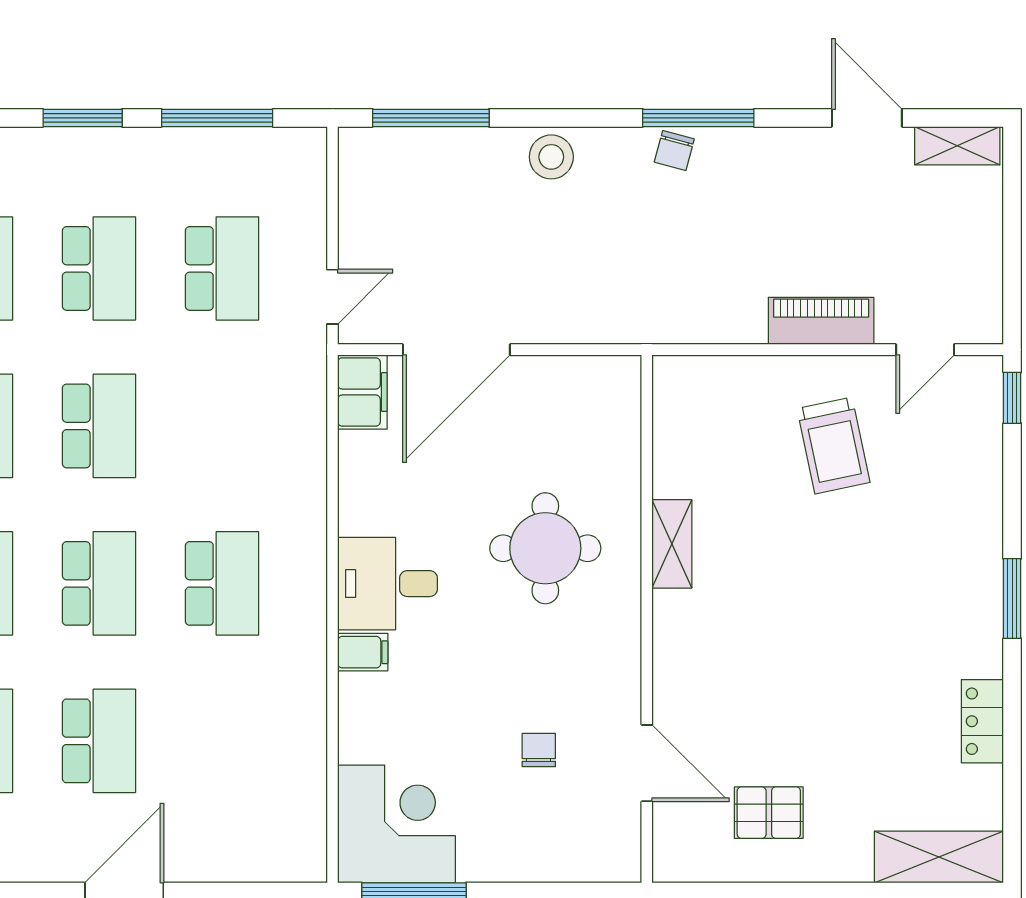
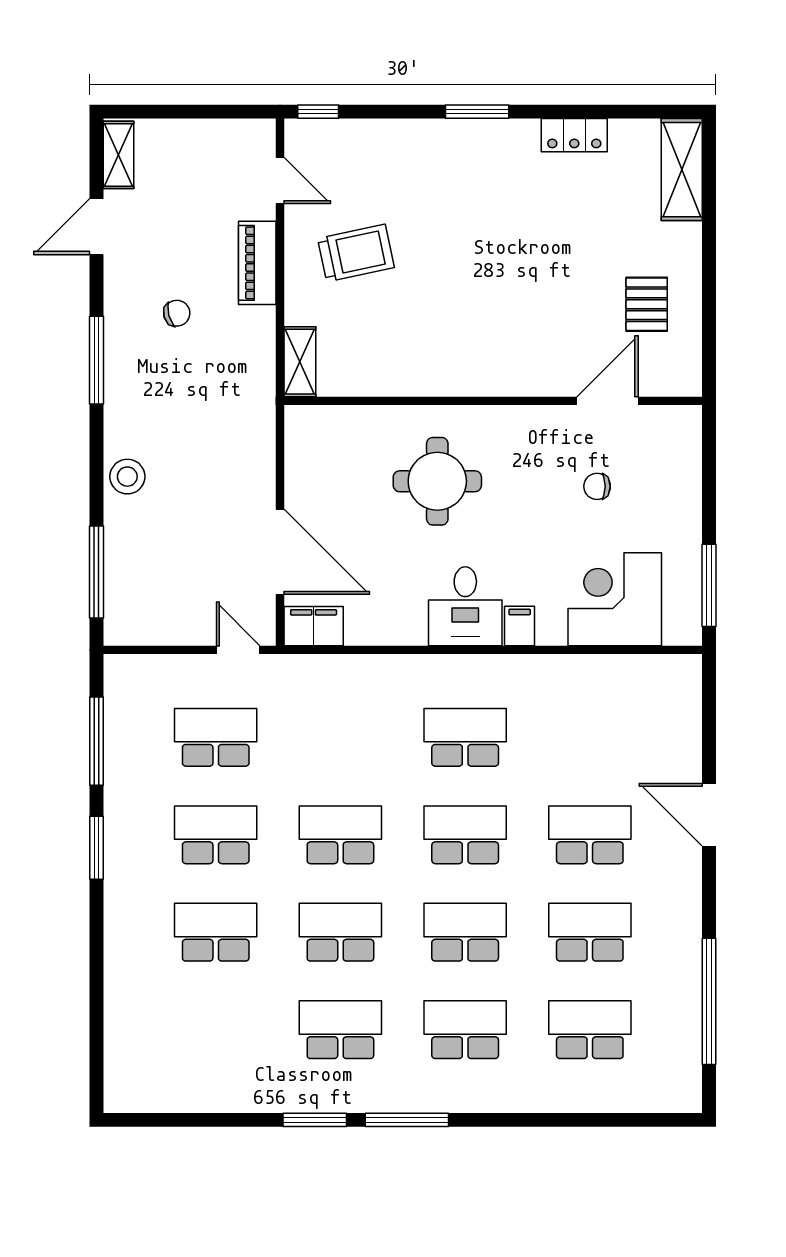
chair: (674, 151) -> (177, 313), moved, turned -30
shelving: (672, 544) -> (300, 362), moved, turned 90
corner desk: (396, 824) -> (615, 599), moved

